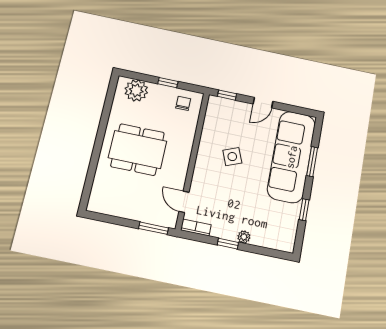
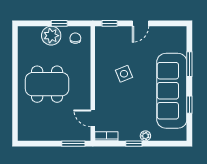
plant: (136, 90) -> (51, 36), moved
sofa: (291, 157) -> (172, 91), moved

